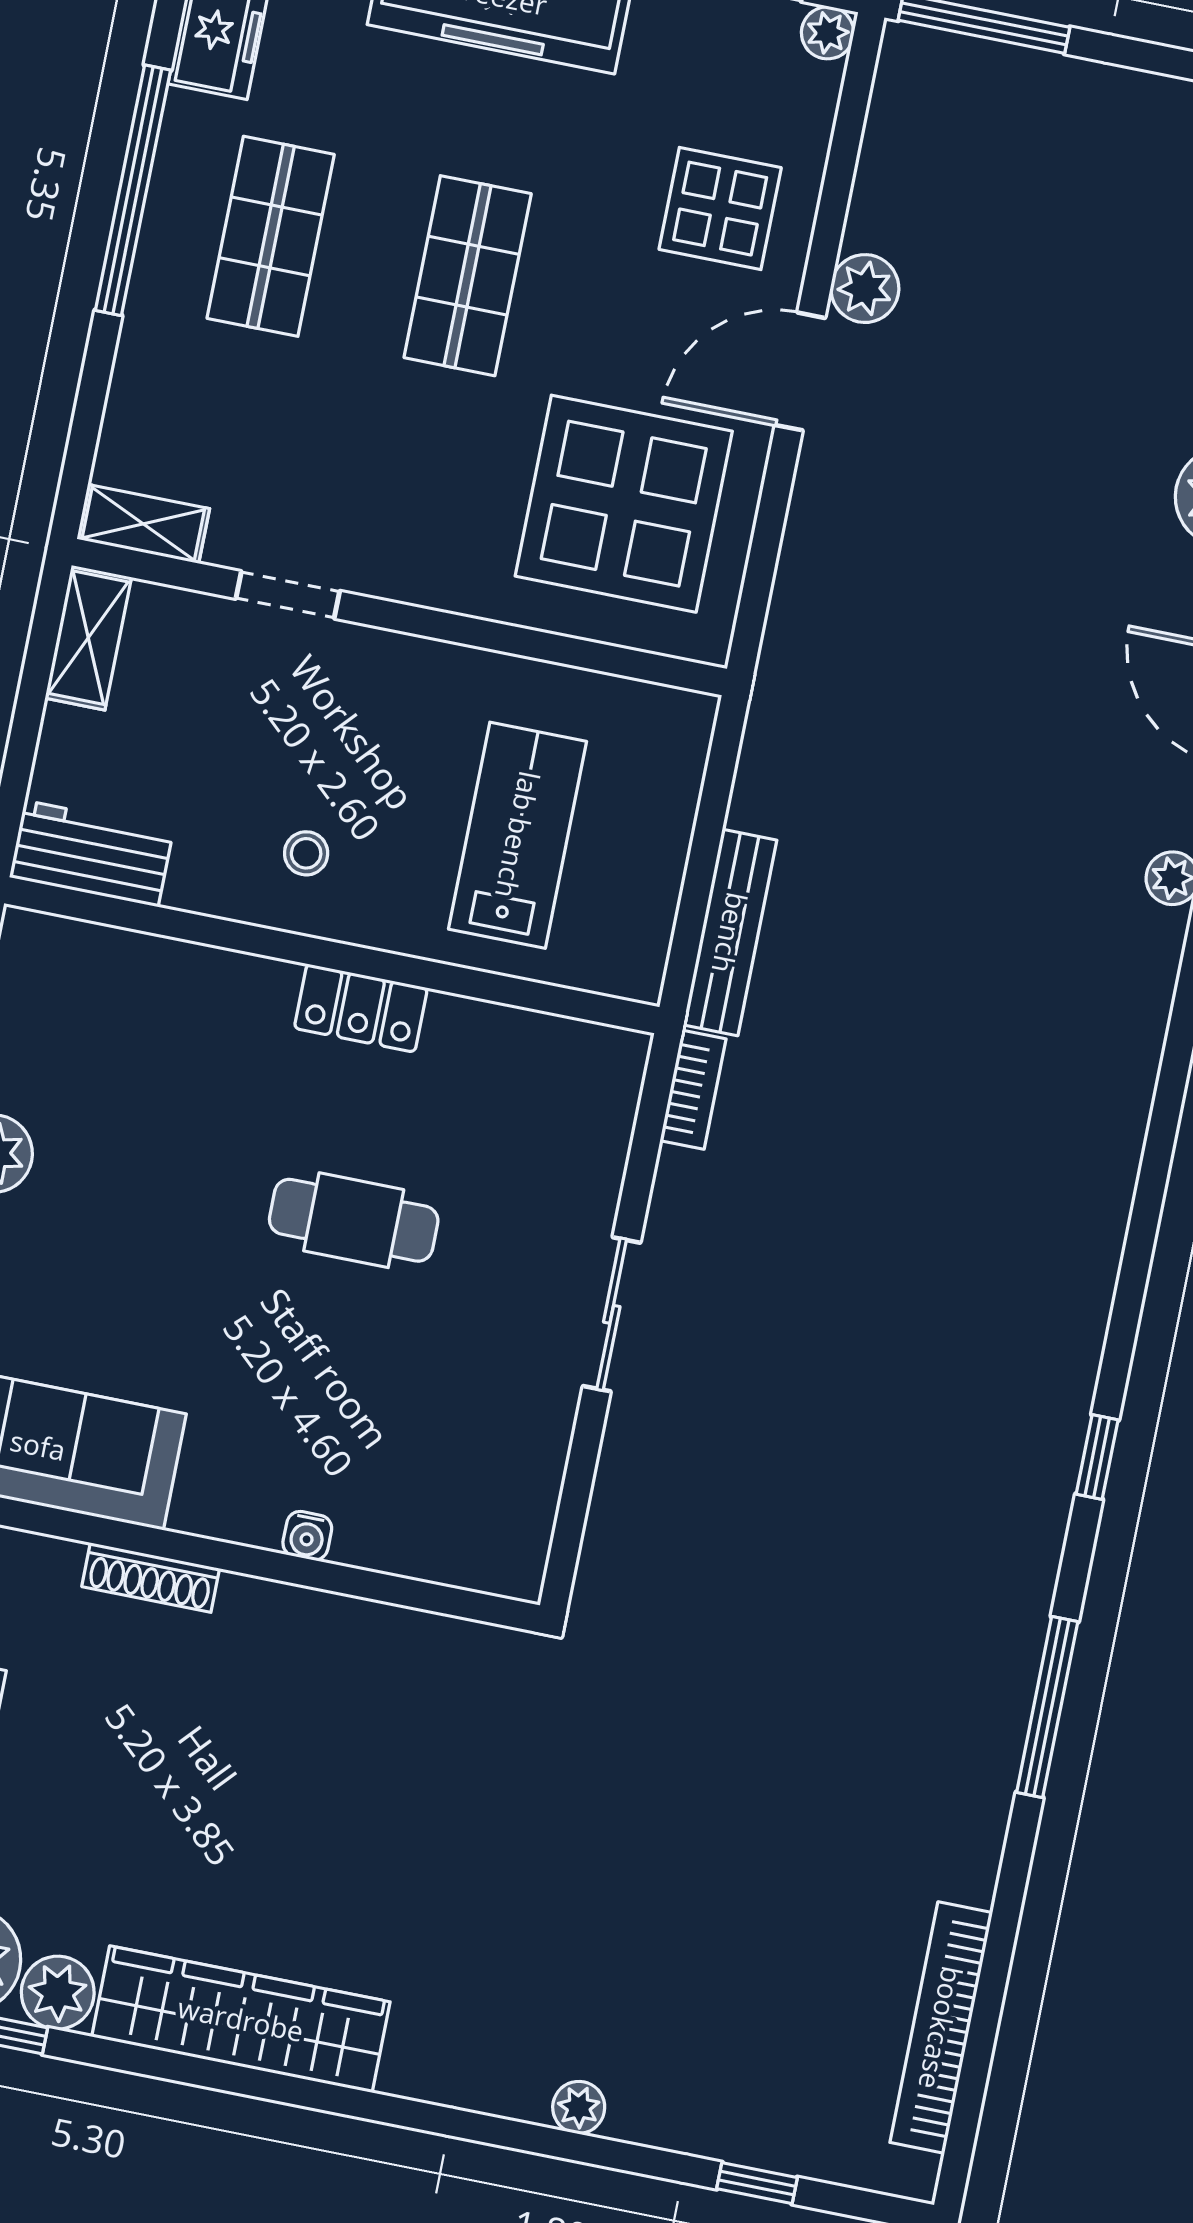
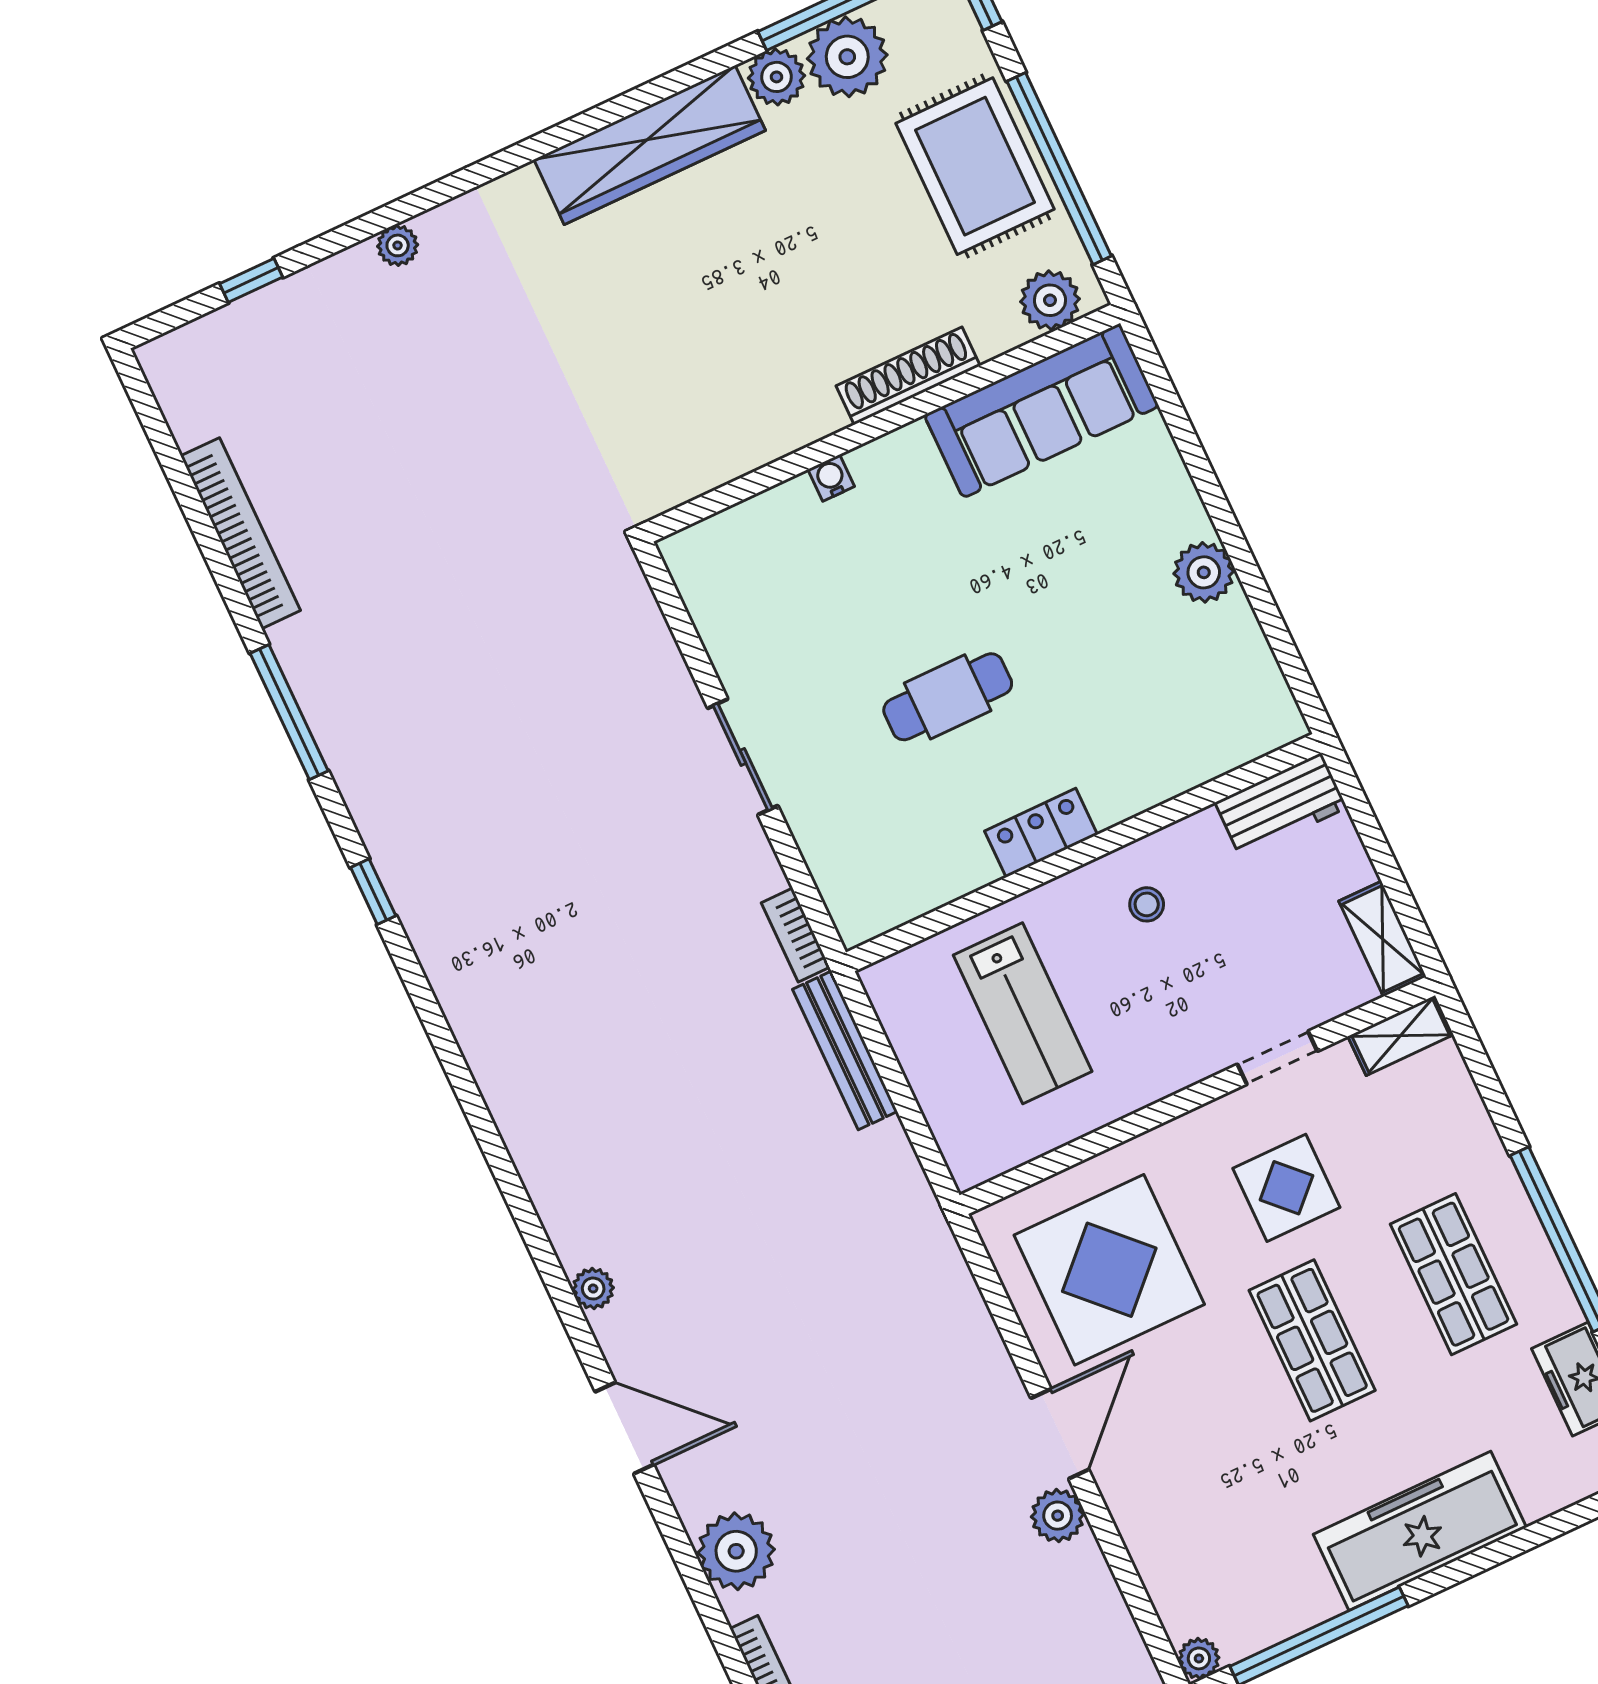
display table: (720, 209) -> (1286, 1188), moved
shoe rack: (151, 1578) -> (908, 376), width x1.36, depth x1.24
bookcase: (941, 2028) -> (241, 533), moved

